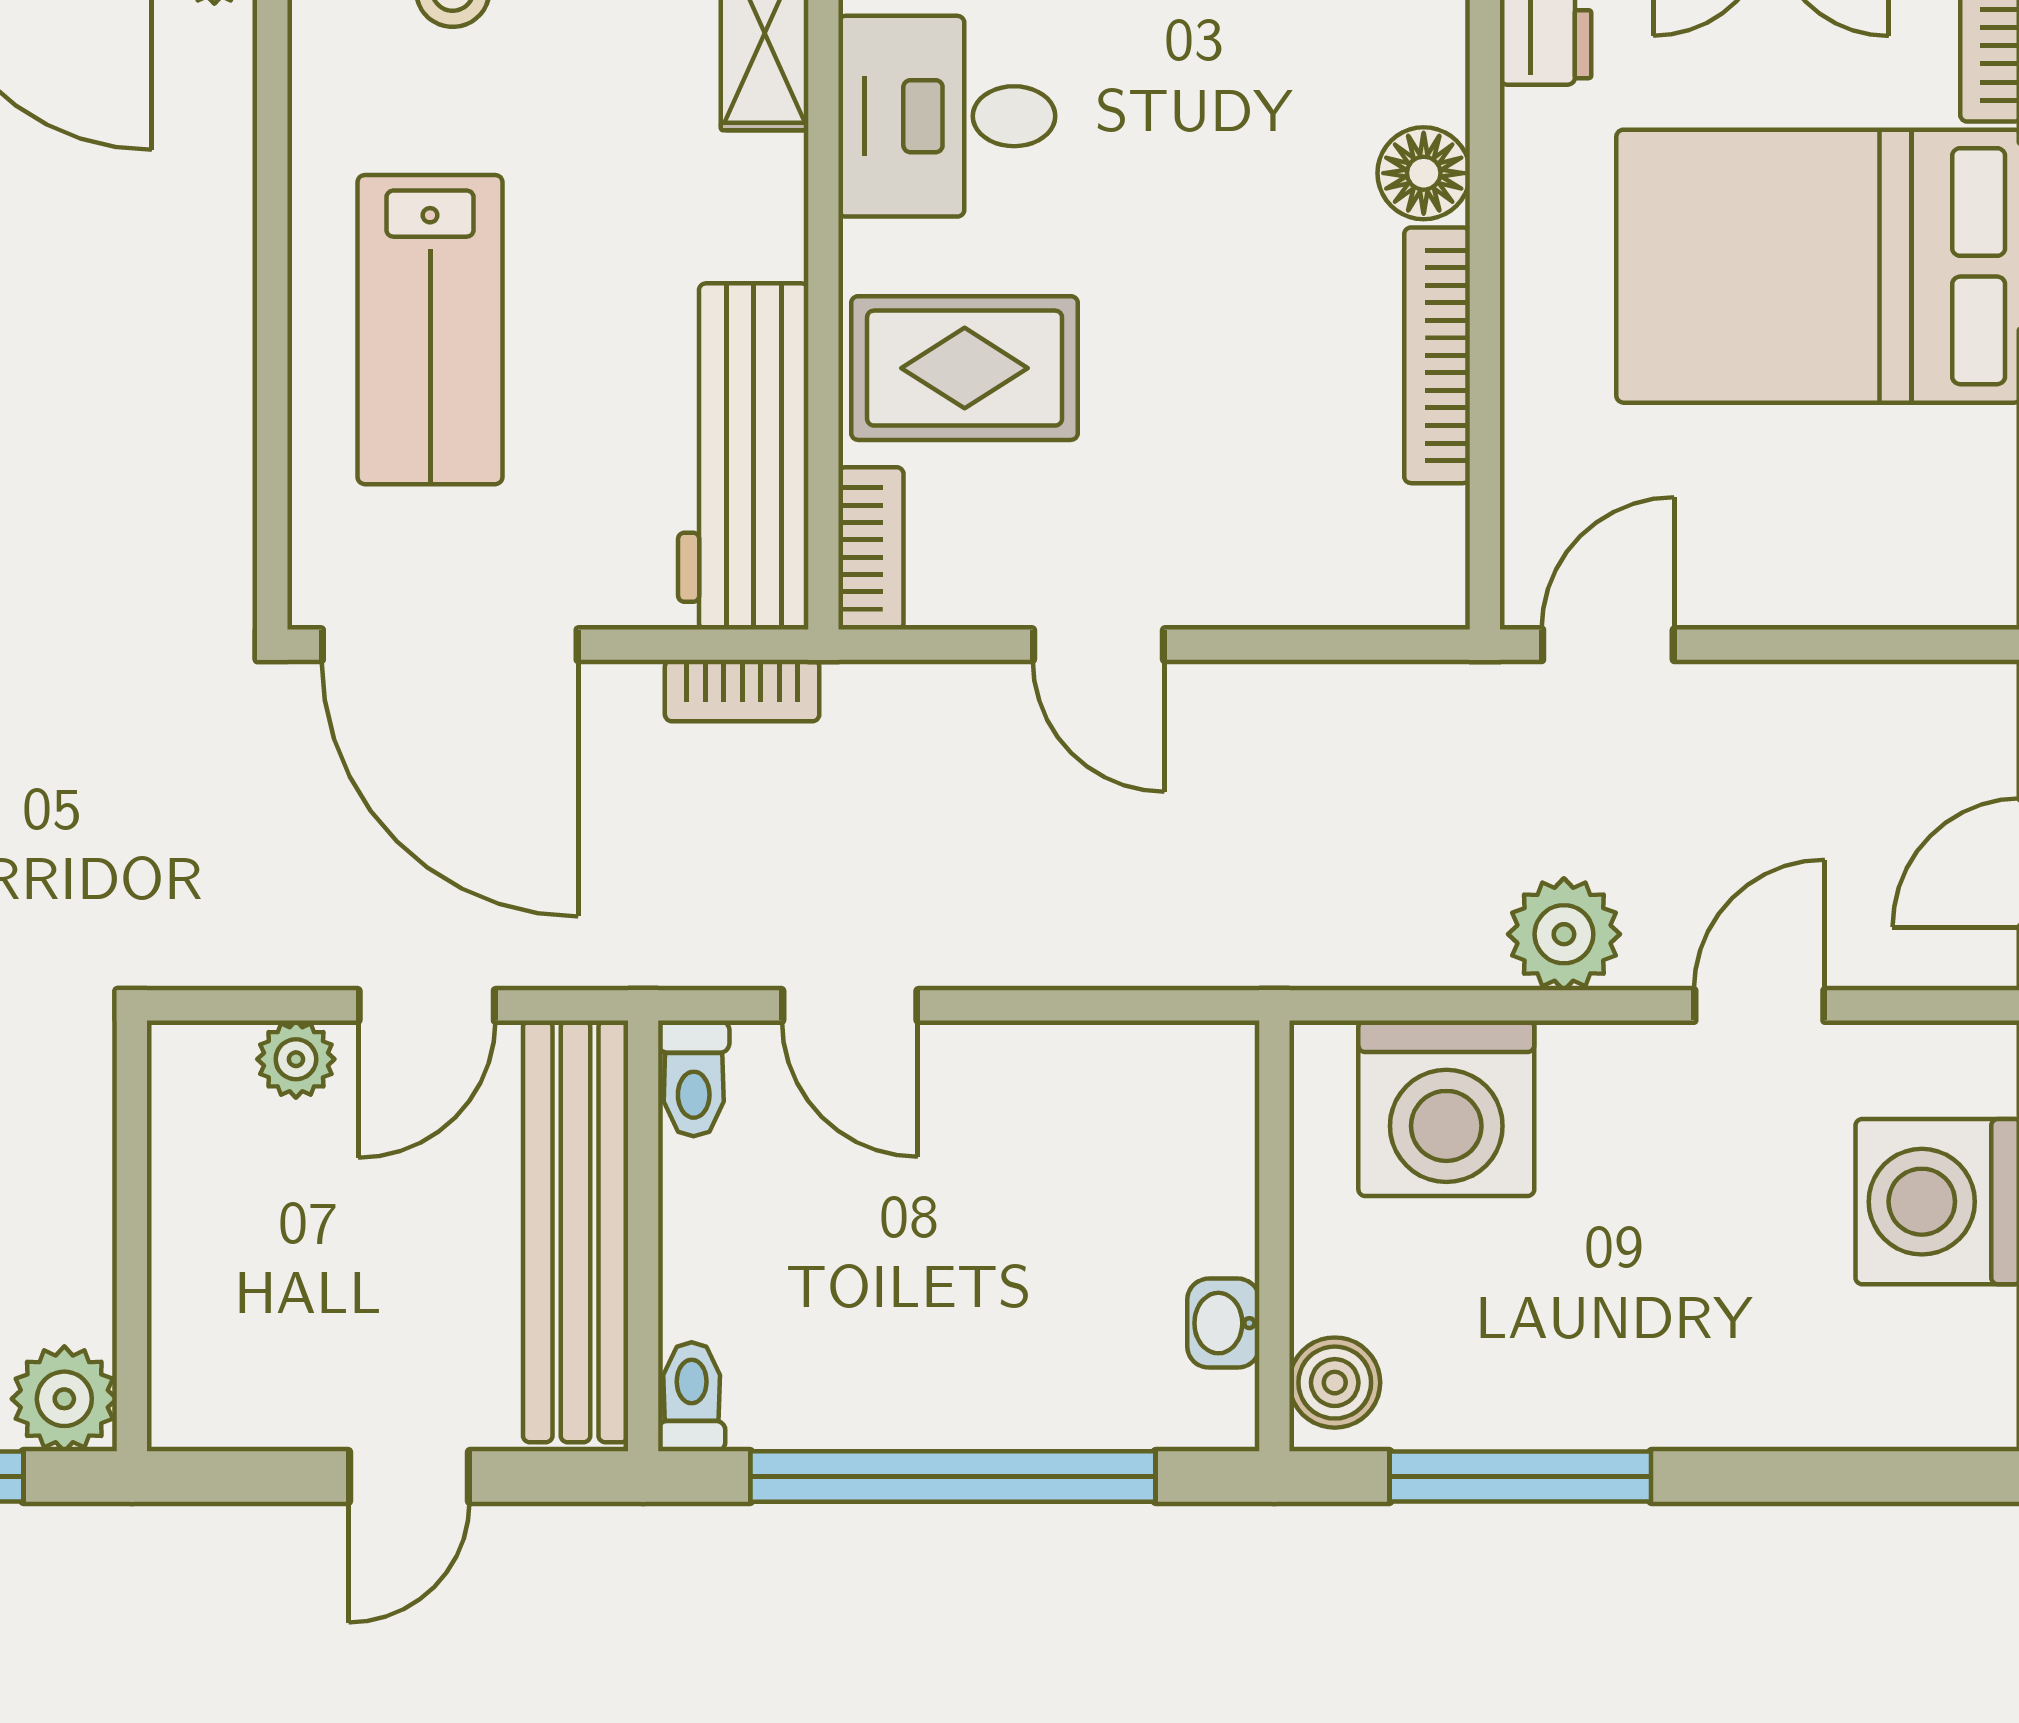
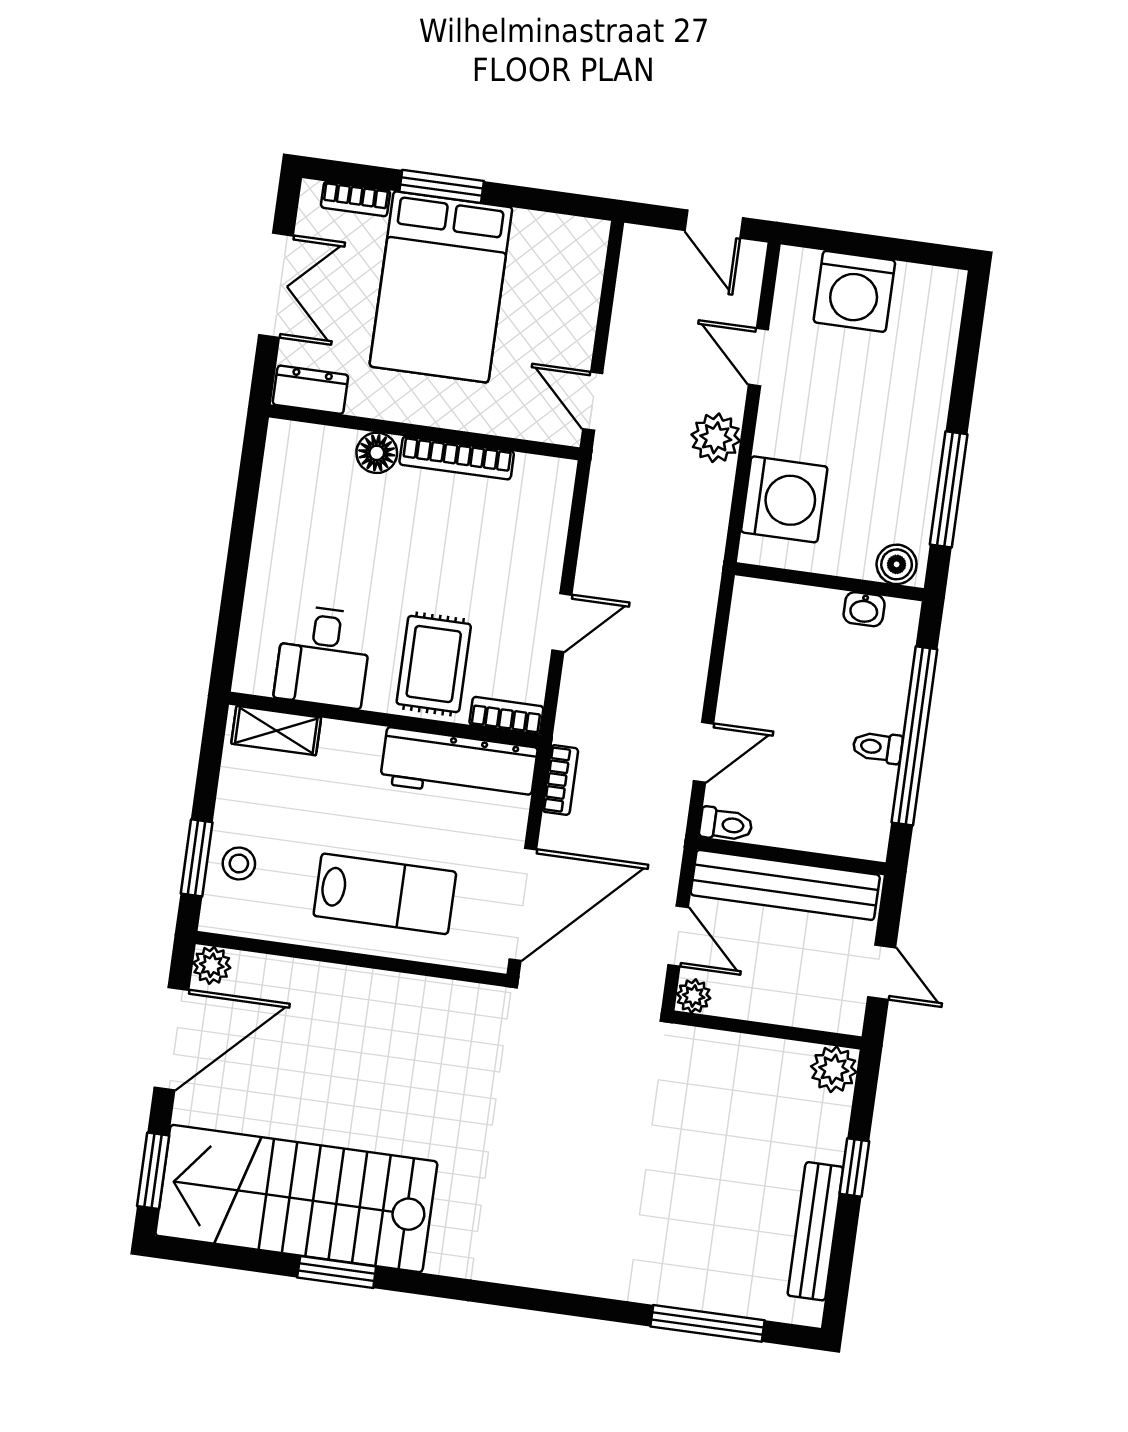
wall: (132, 1236) -> (767, 1030), moved
toilet: (692, 1397) -> (878, 747), moved
plant: (64, 1399) -> (834, 1069), moved

